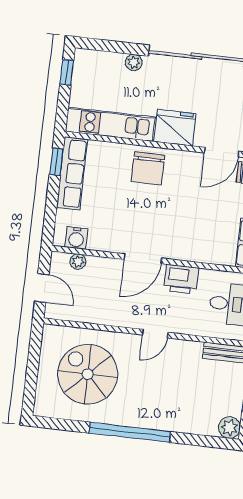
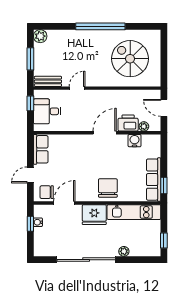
water cooler: (76, 238) -> (135, 141), moved
printer: (181, 279) -> (128, 123), moved
door: (155, 334) -> (77, 88), moved
spiral stairs: (88, 374) -> (130, 59), turned 180

